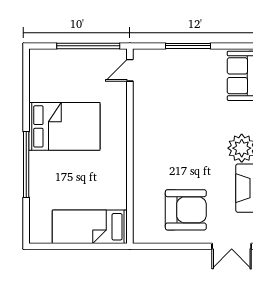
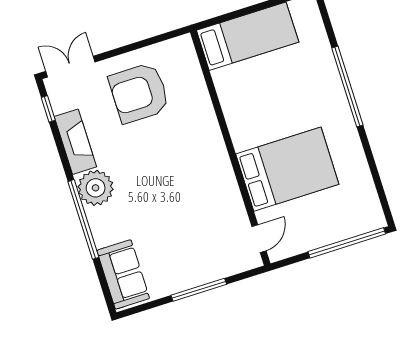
window: (88, 46) -> (347, 243), moved
bed: (64, 126) -> (287, 169), moved, turned 180

